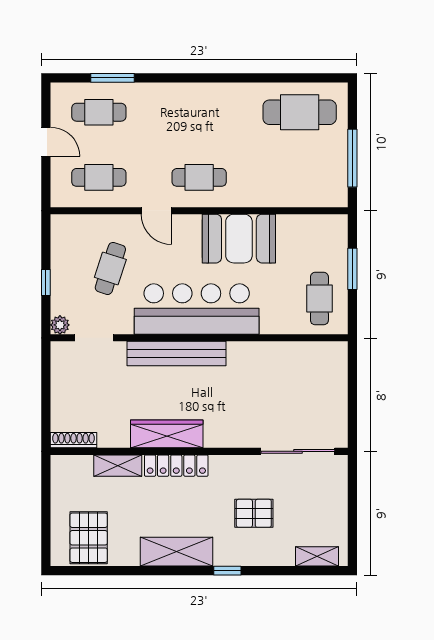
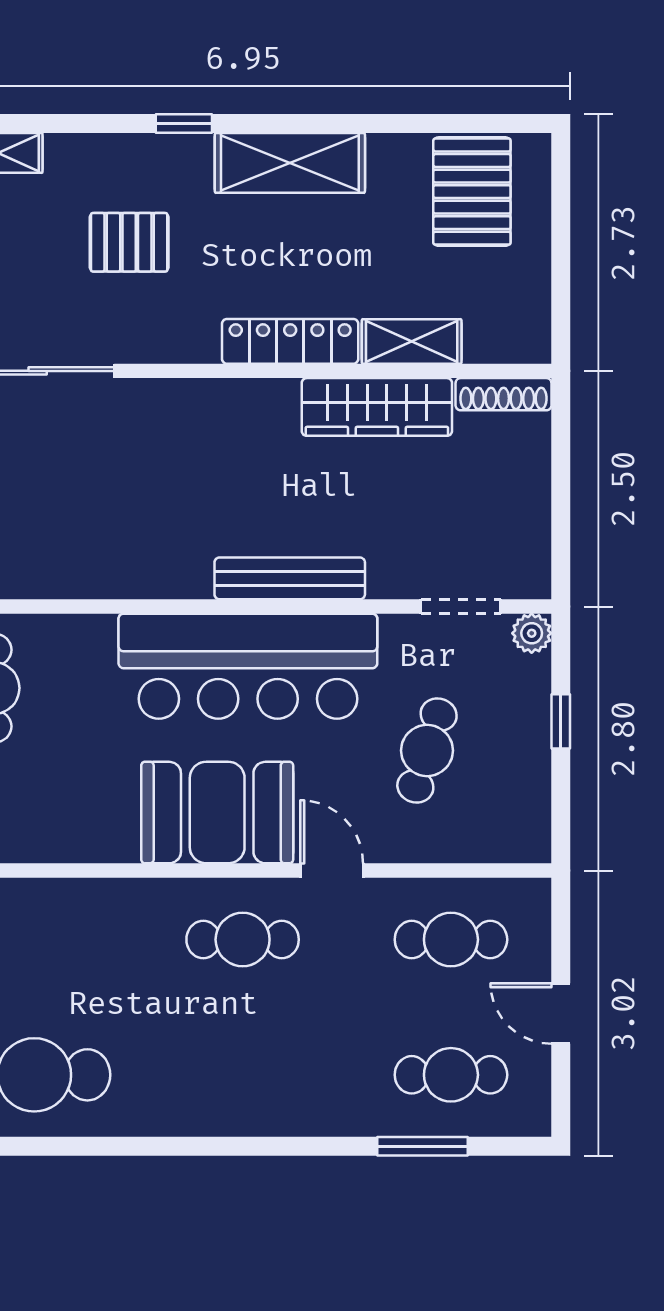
booth: (239, 239) -> (217, 813), moved
bench: (177, 354) -> (290, 578), width x0.73, depth x0.82
wardrobe: (167, 434) -> (377, 407), moved

